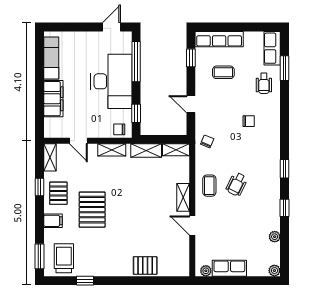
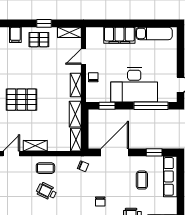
door: (191, 104) -> (115, 152), width x1.88
chair: (119, 129) -> (93, 77), moved
pallet: (92, 210) -> (21, 100), moved

